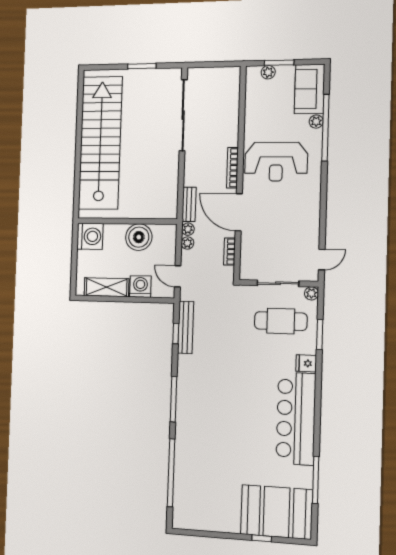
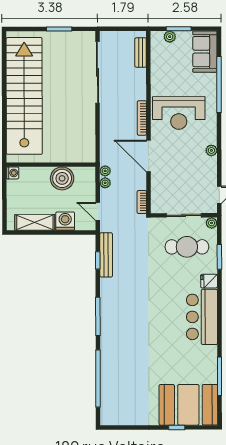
plant: (316, 122) -> (211, 150), moved
bench: (189, 204) -> (141, 52), moved
washing machine: (90, 236) -> (13, 173), width x0.53, depth x0.53
bookcase: (230, 251) -> (142, 202), moved
bar counter: (296, 419) -> (202, 317), width x0.73

